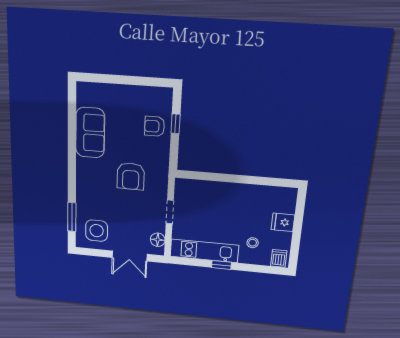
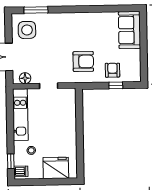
sofa: (90, 133) -> (129, 30), moved, turned 90
armchair: (131, 176) -> (83, 61), moved, turned 180
fridge: (283, 222) -> (56, 168), width x1.88, depth x1.34
window: (221, 265) -> (11, 161), moved

